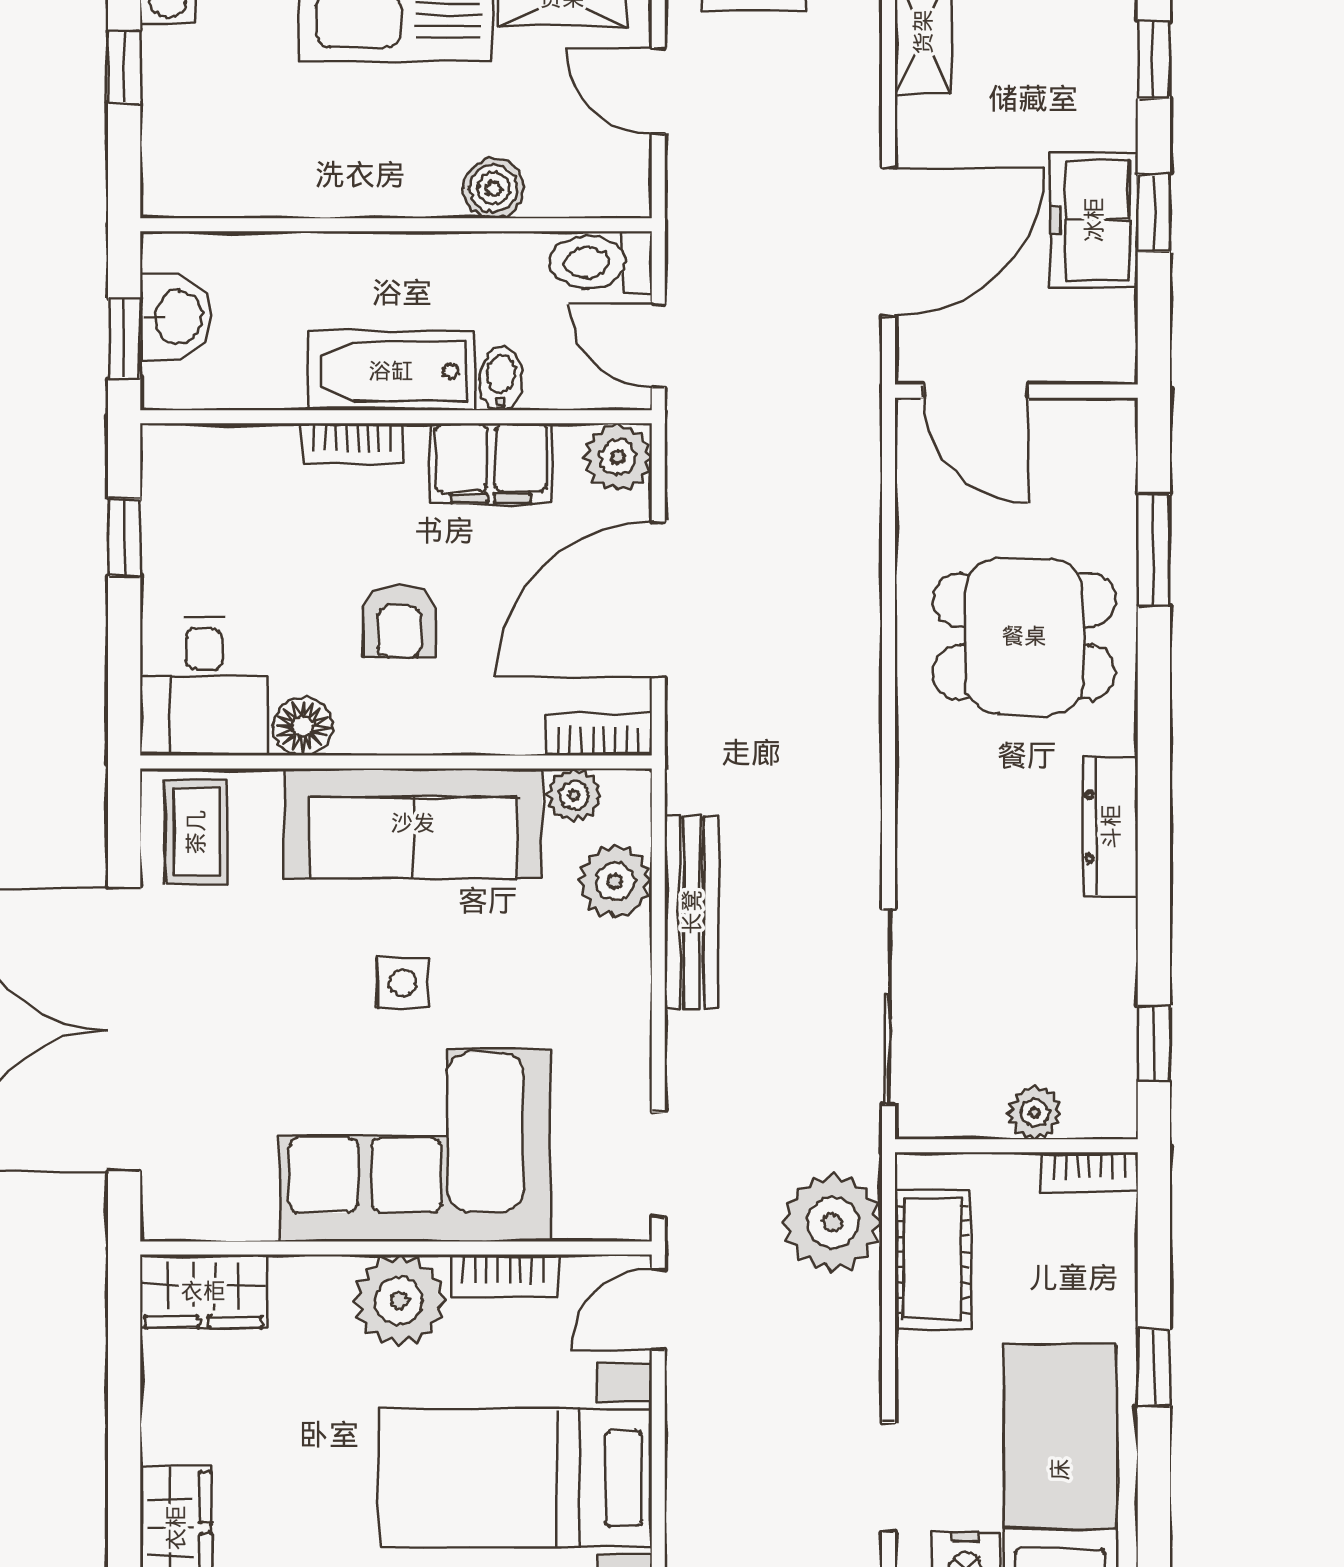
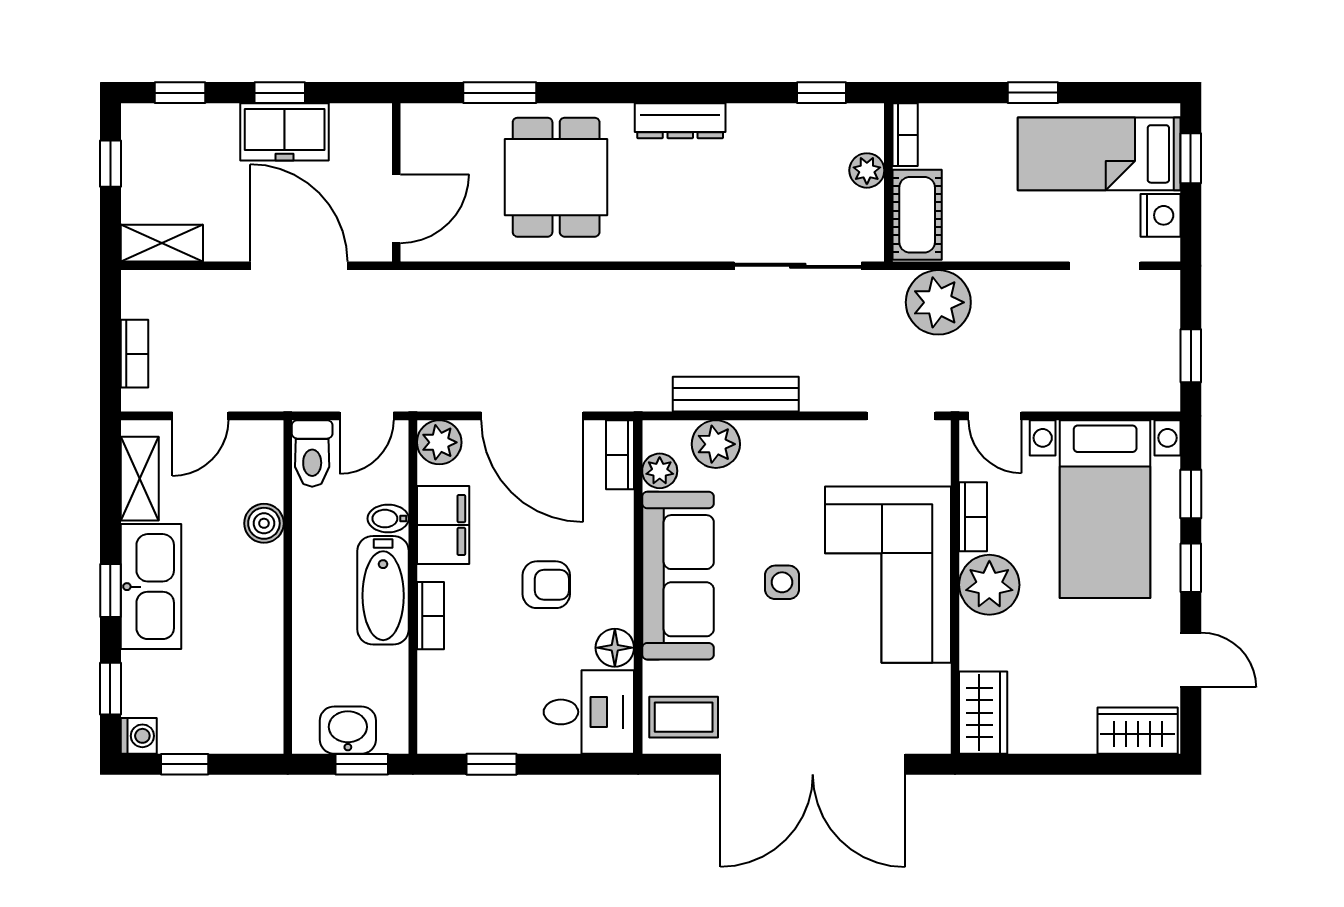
cot: (932, 1259) -> (917, 215), moved, turned 90

